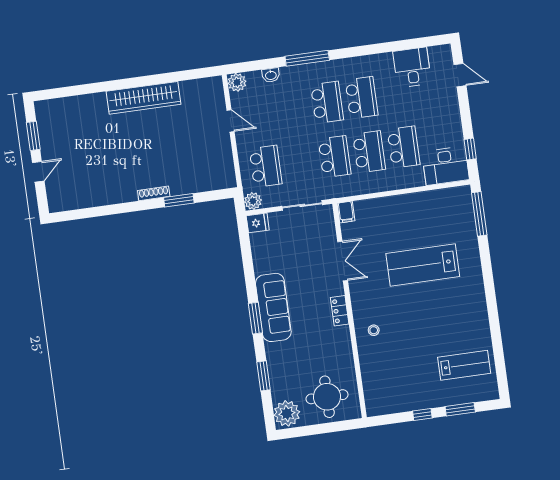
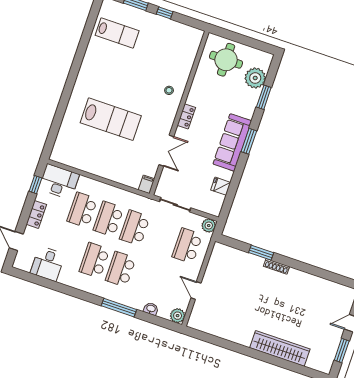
wardrobe: (144, 98) -> (280, 348), moved
locker: (453, 116) -> (36, 214), added
window: (479, 214) -> (52, 135), removed
fridge: (258, 223) -> (221, 186), moved
double door: (343, 261) -> (166, 151), swing flipped
lab bench: (464, 365) -> (117, 33), turned 180
plant: (287, 413) -> (255, 78), moved

